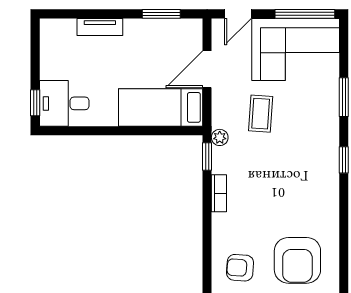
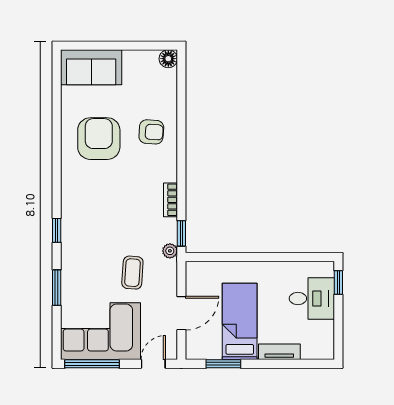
desk: (64, 103) -> (312, 298), moved
bed: (161, 107) -> (240, 321), moved, turned -90

